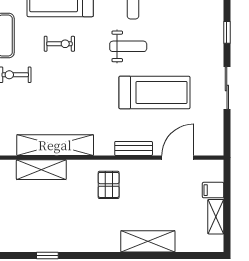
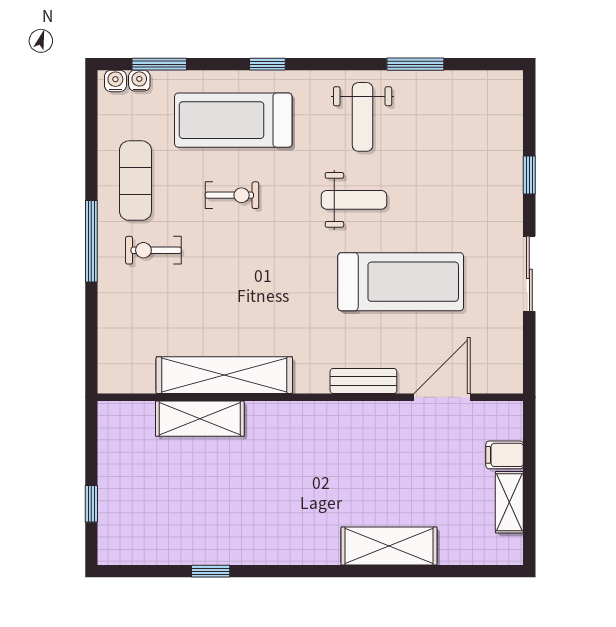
pallet: (109, 185) -> (319, 446), removed

